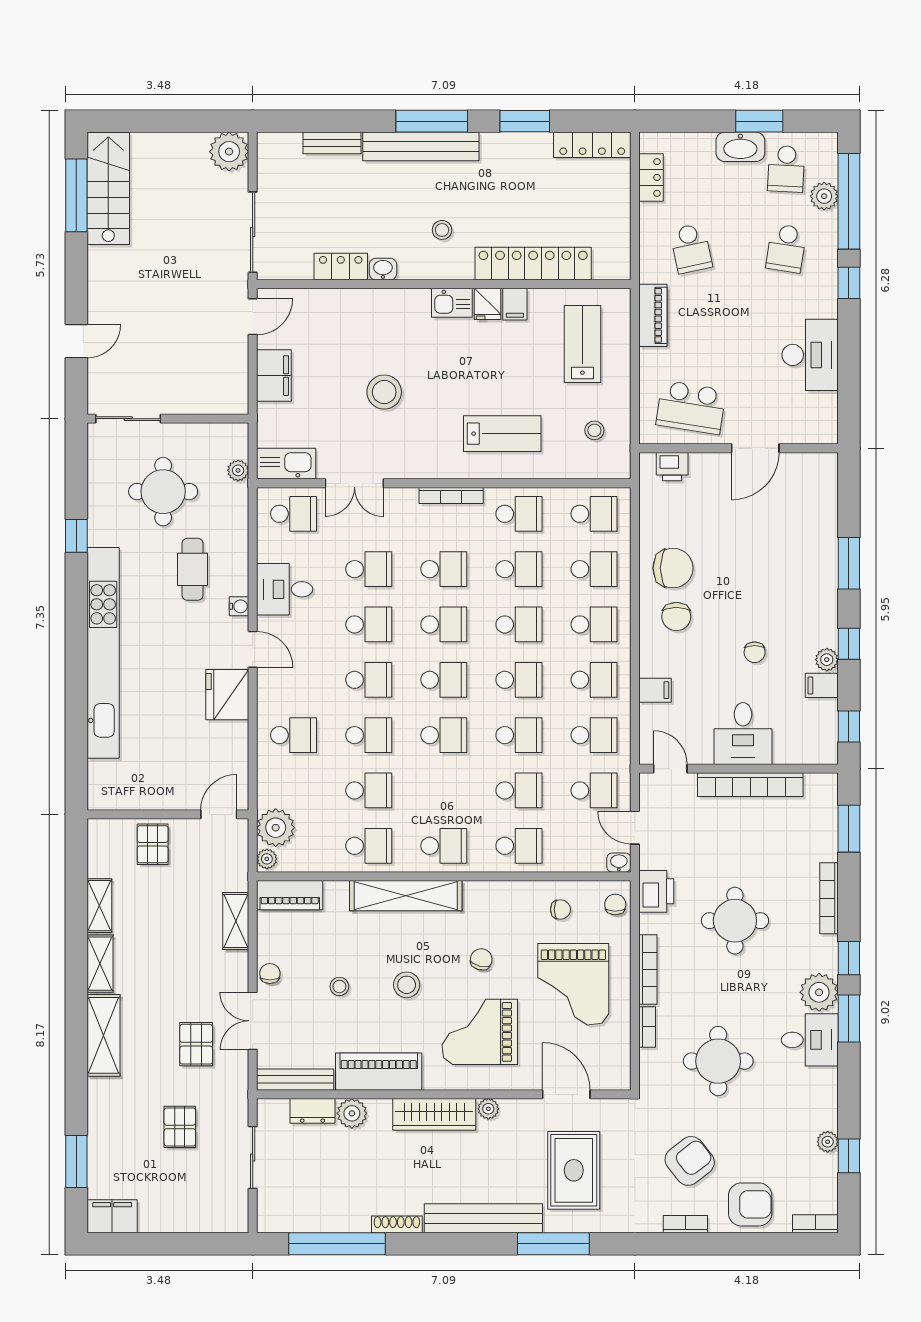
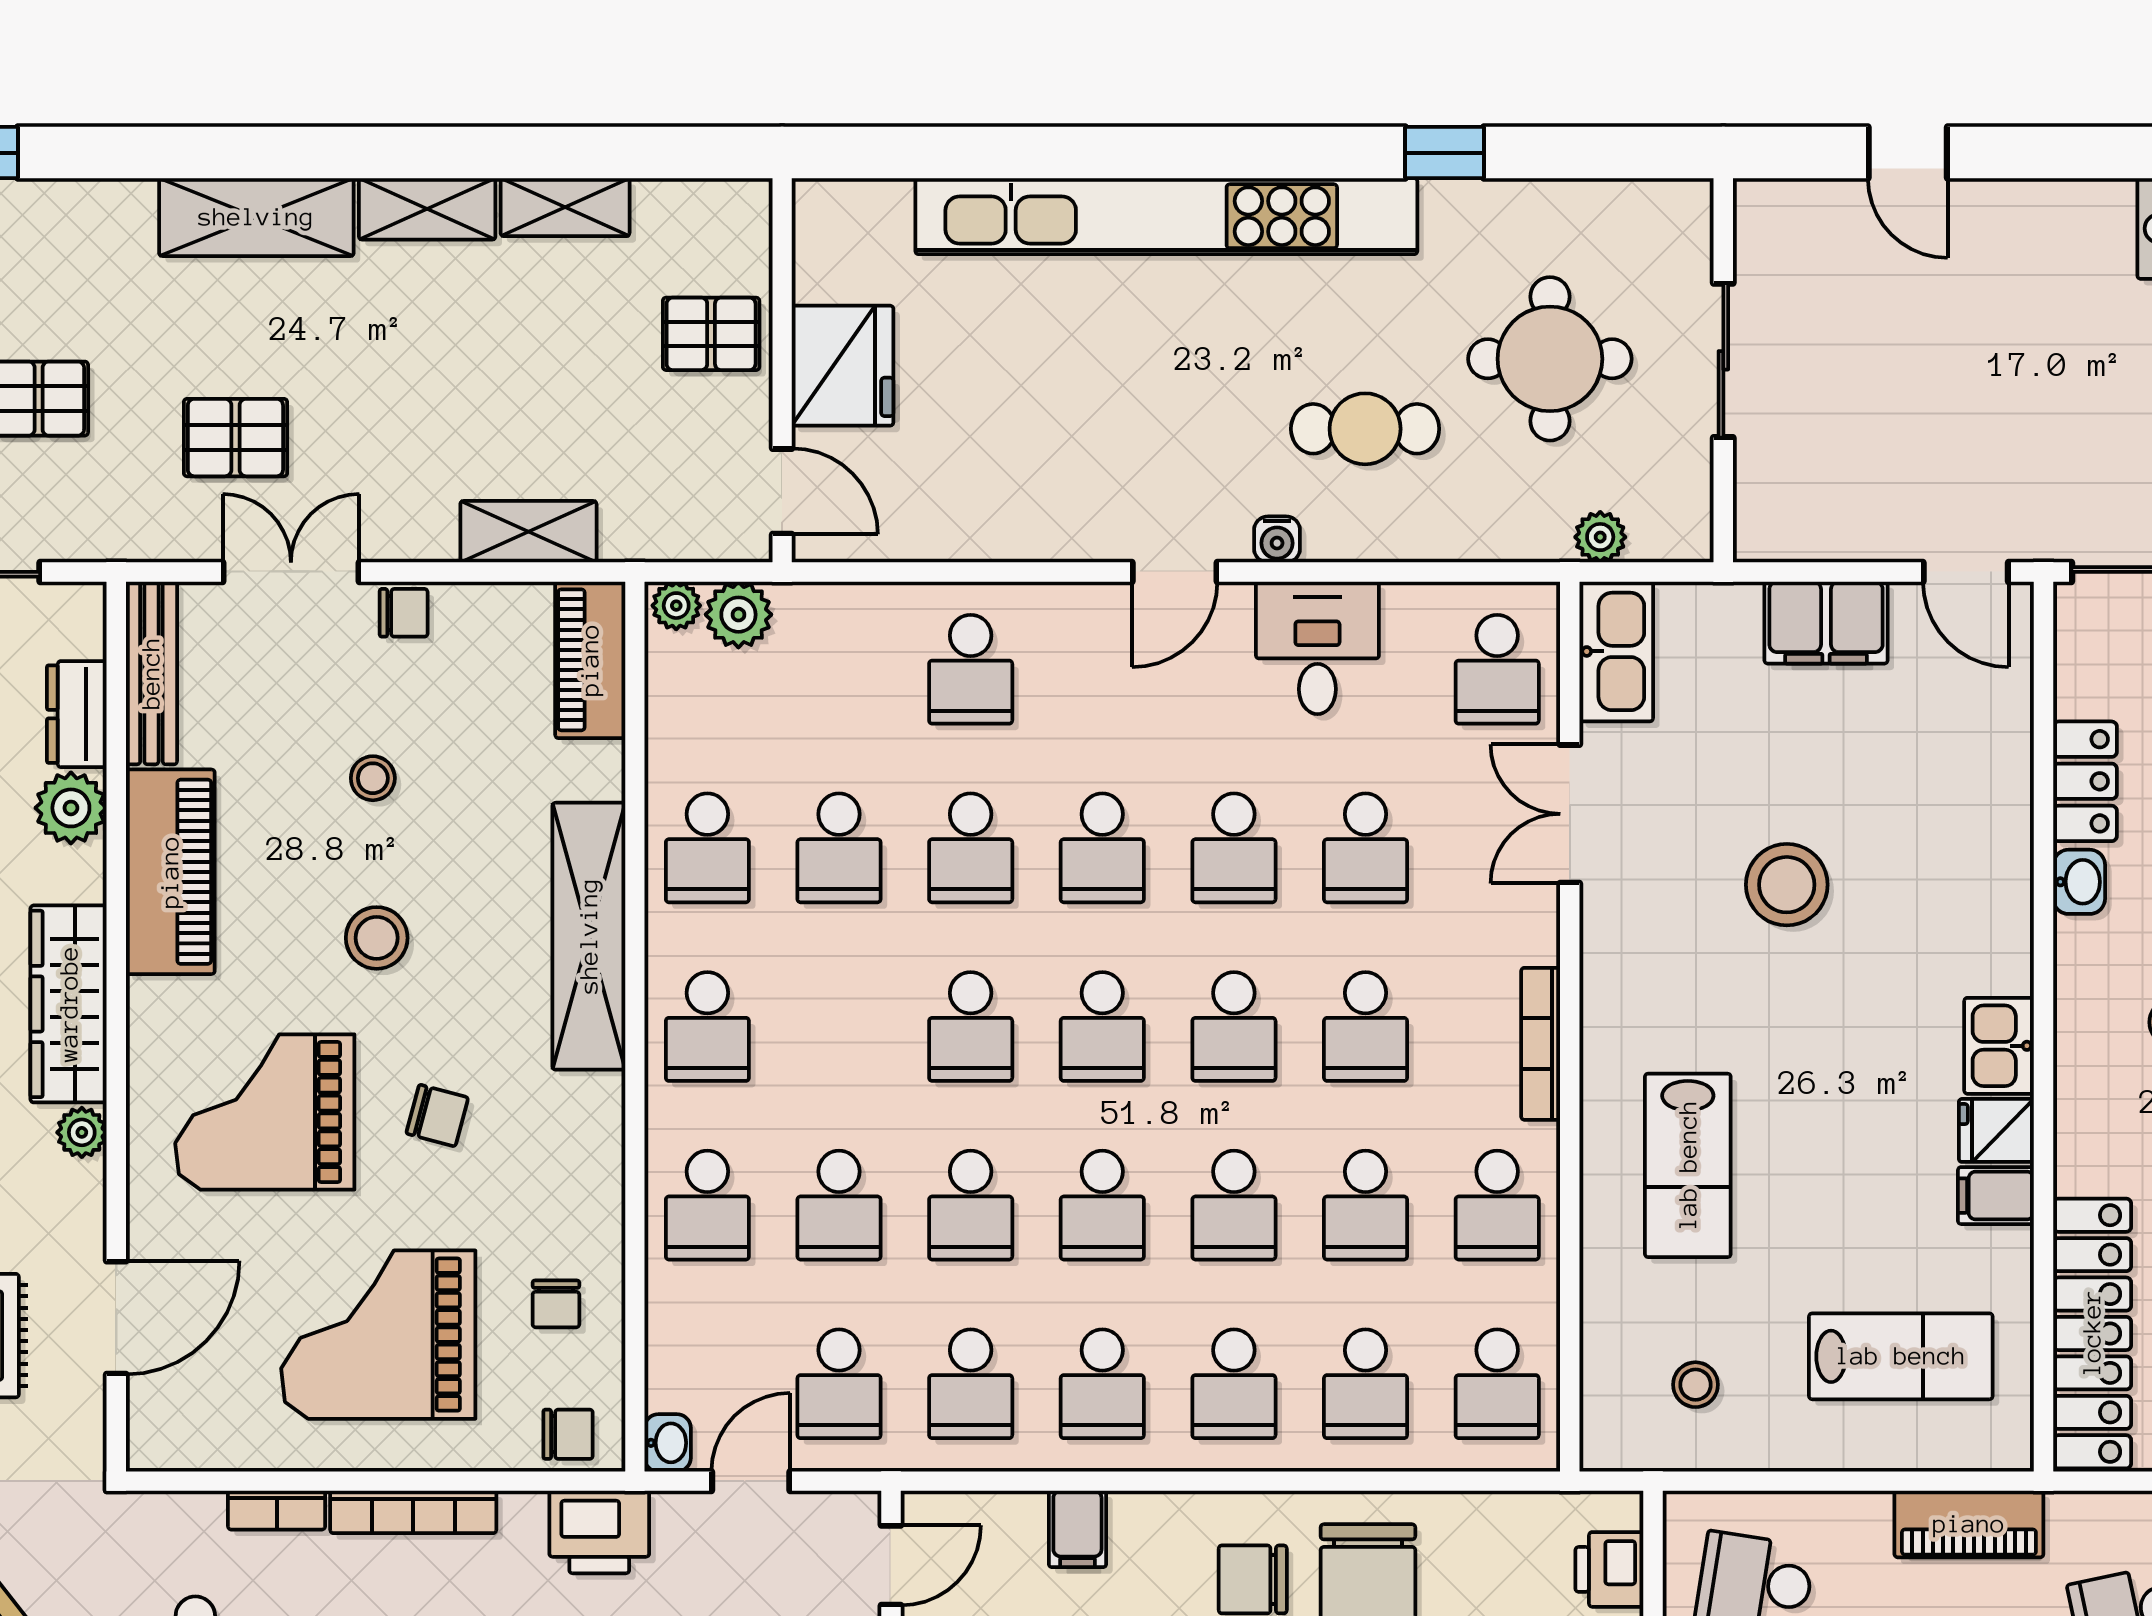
locker: (533, 264) -> (2092, 1333), moved
sliding door: (128, 419) -> (1723, 360), moved
fridge: (227, 695) -> (843, 366), moved, turned 90
plant: (276, 828) -> (738, 615), width x0.73, depth x0.73
grand piano: (480, 1032) -> (265, 1112), turned -90

